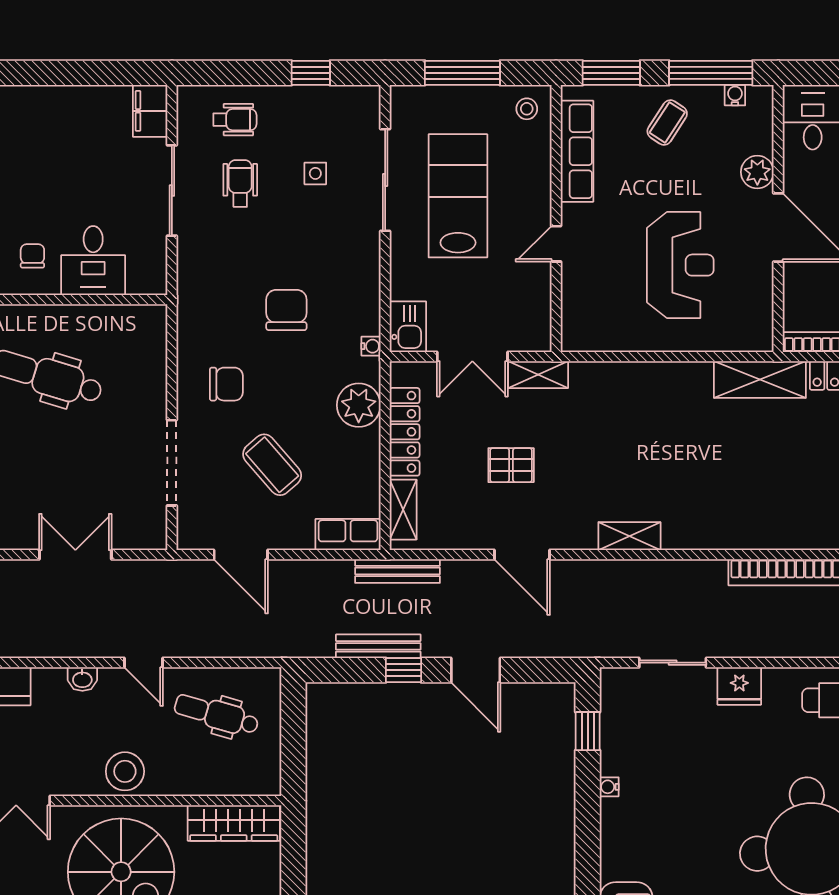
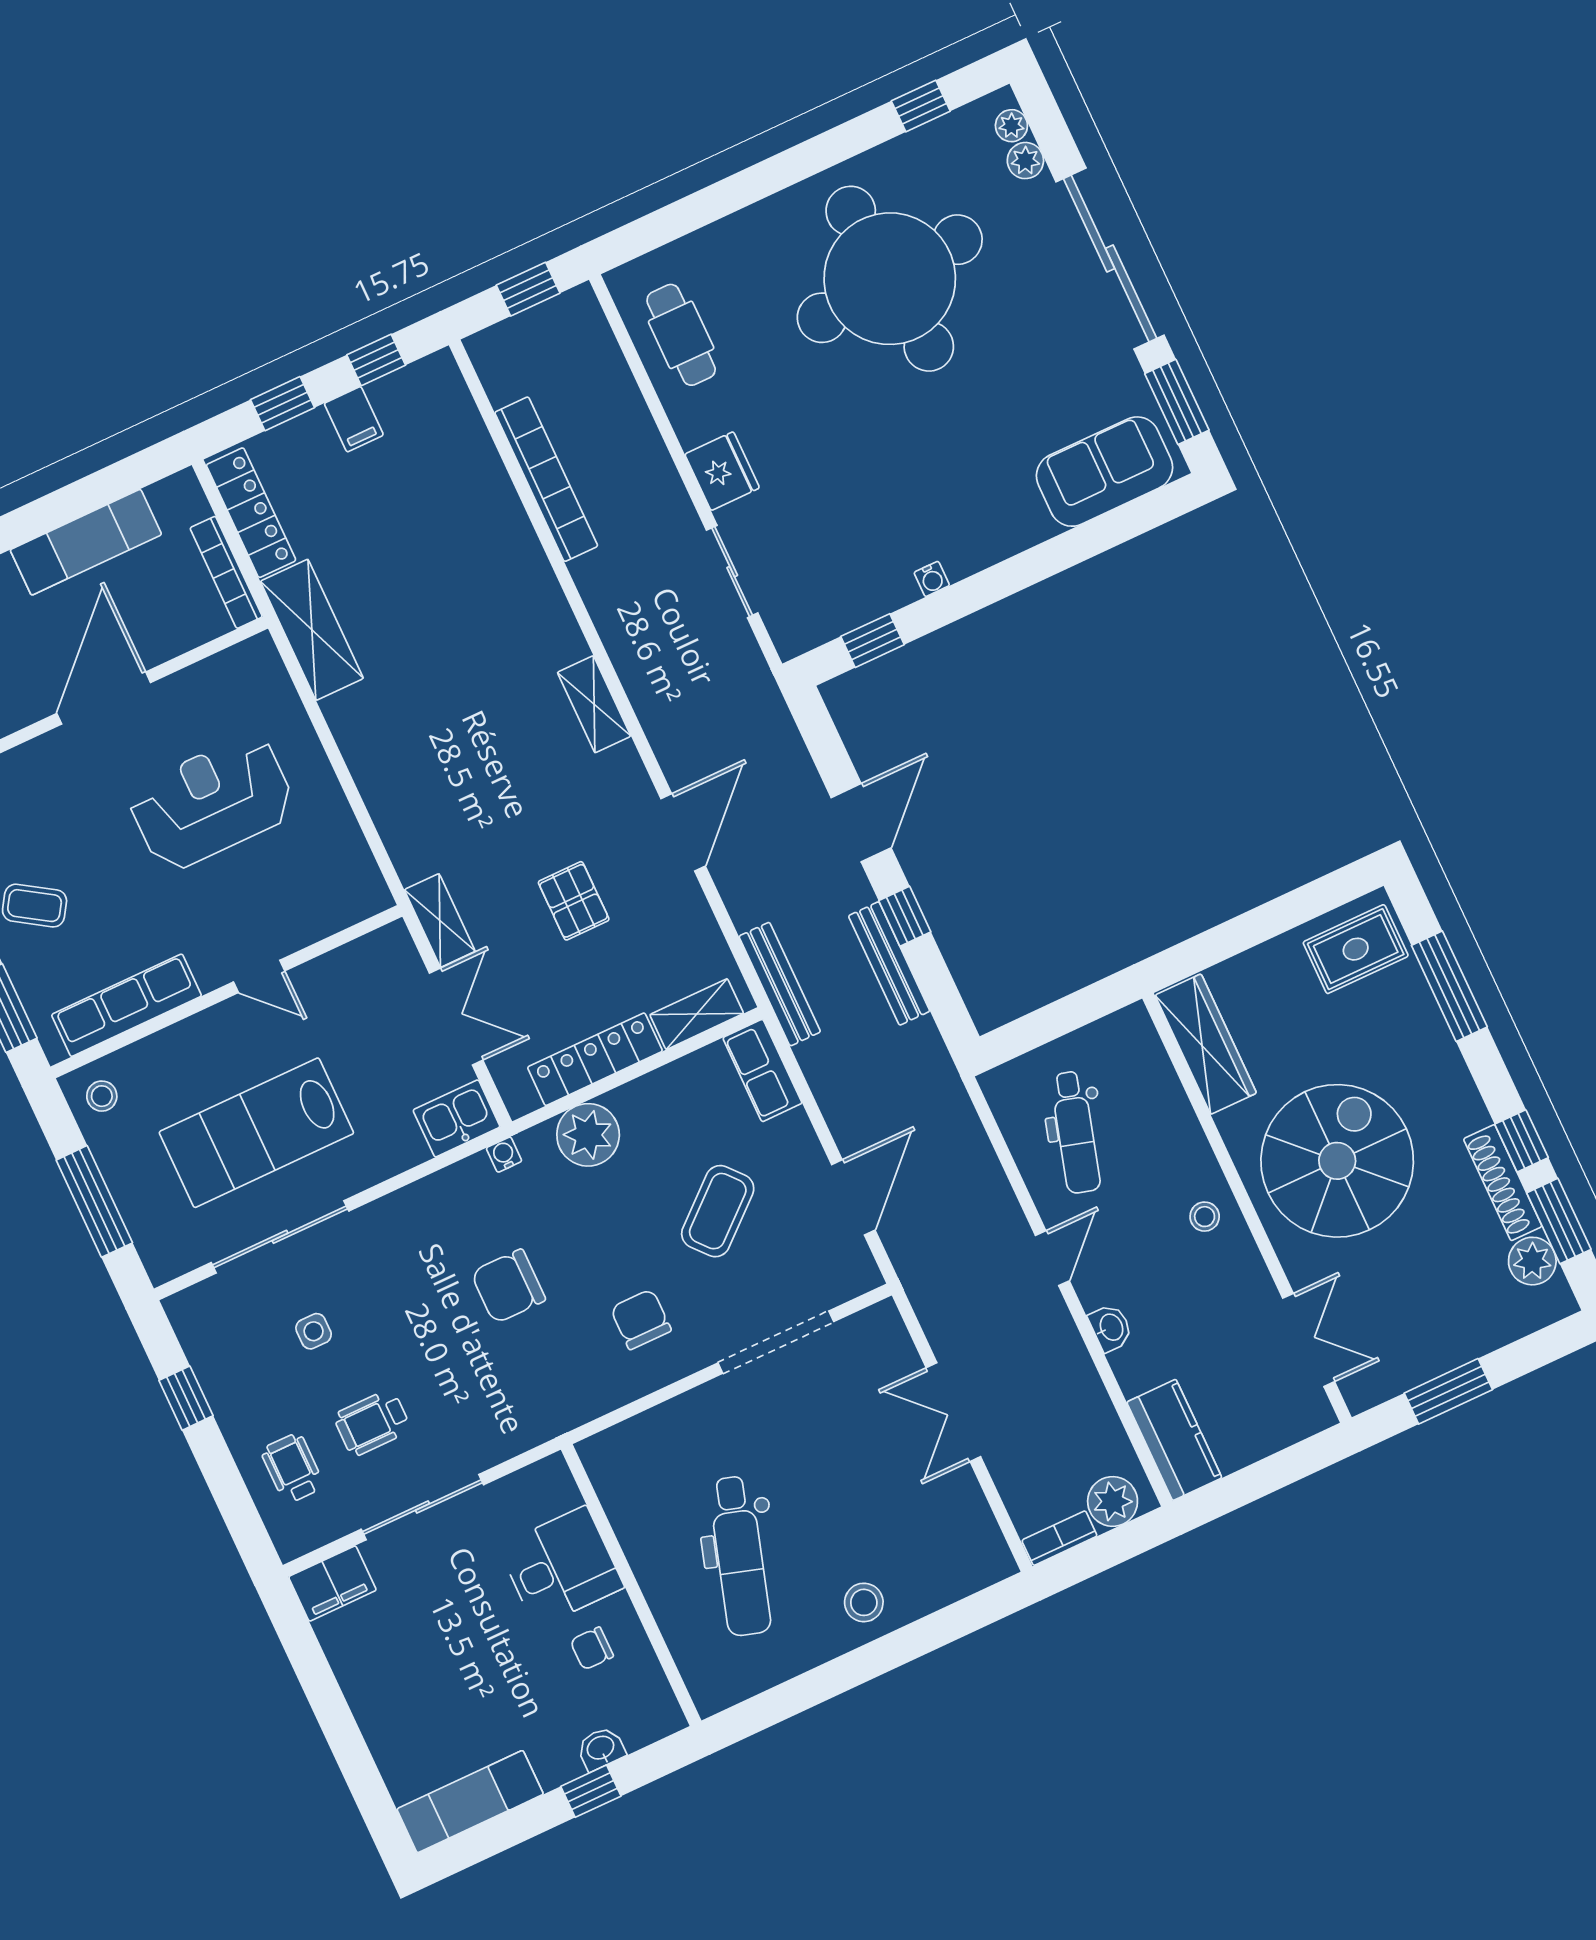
plant: (757, 172) -> (44, 759), removed
stool: (125, 771) -> (1205, 1217), width x0.53, depth x0.53

